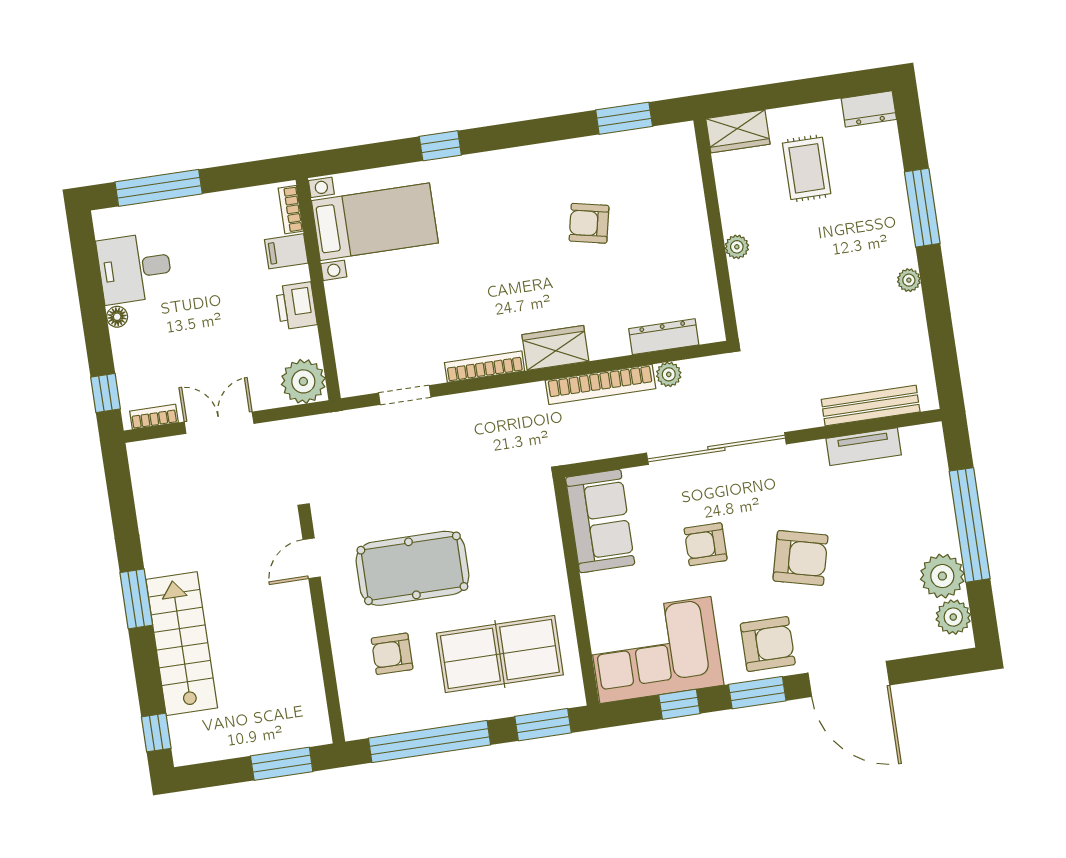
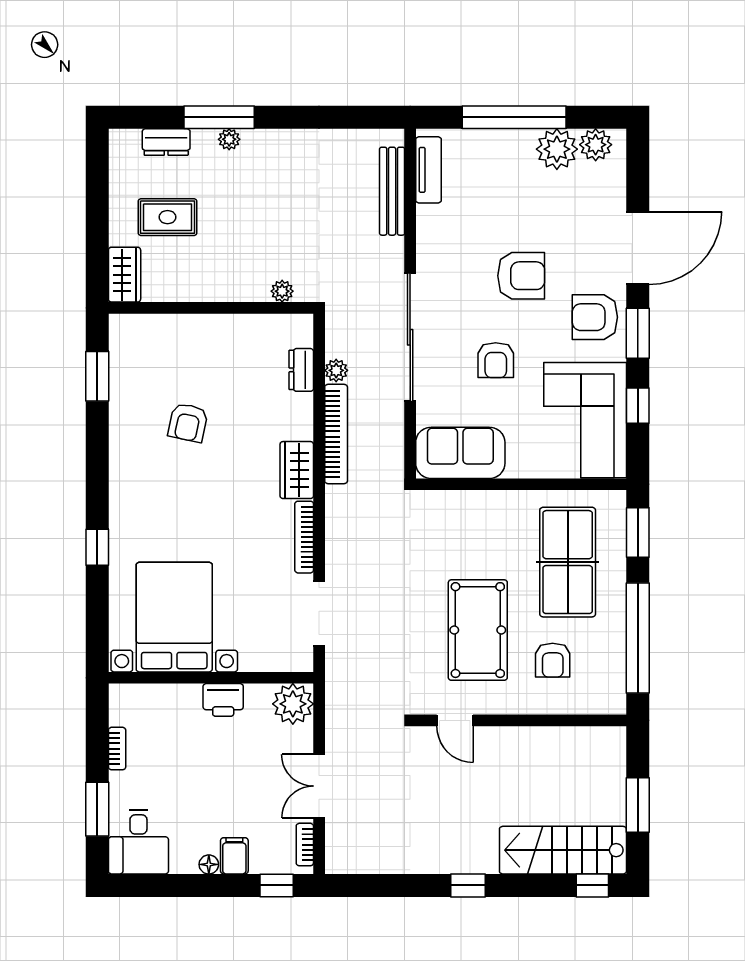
dresser: (869, 109) -> (166, 142), moved, turned 90
window: (159, 188) -> (97, 809), width x0.69
bookcase: (291, 210) -> (117, 749), moved, turned -90
bed with nightstands: (375, 222) -> (174, 617), width x1.36
plant: (737, 247) -> (282, 291), moved
filing cabinet: (286, 251) -> (234, 856), moved, turned 180
desk: (135, 268) -> (138, 842), moved
plant: (909, 280) -> (229, 139), moved
dresser: (664, 337) -> (301, 370), width x0.70
doorway: (405, 395) -> (319, 613), width x1.38
tv unit: (864, 447) -> (428, 170), moved
armchair: (800, 558) -> (521, 276), turned 76
window: (136, 599) -> (468, 885), width x0.67
stairs: (182, 644) -> (563, 850), moved
armchair: (768, 644) -> (595, 317), turned -90
window: (282, 764) -> (638, 805), moved

